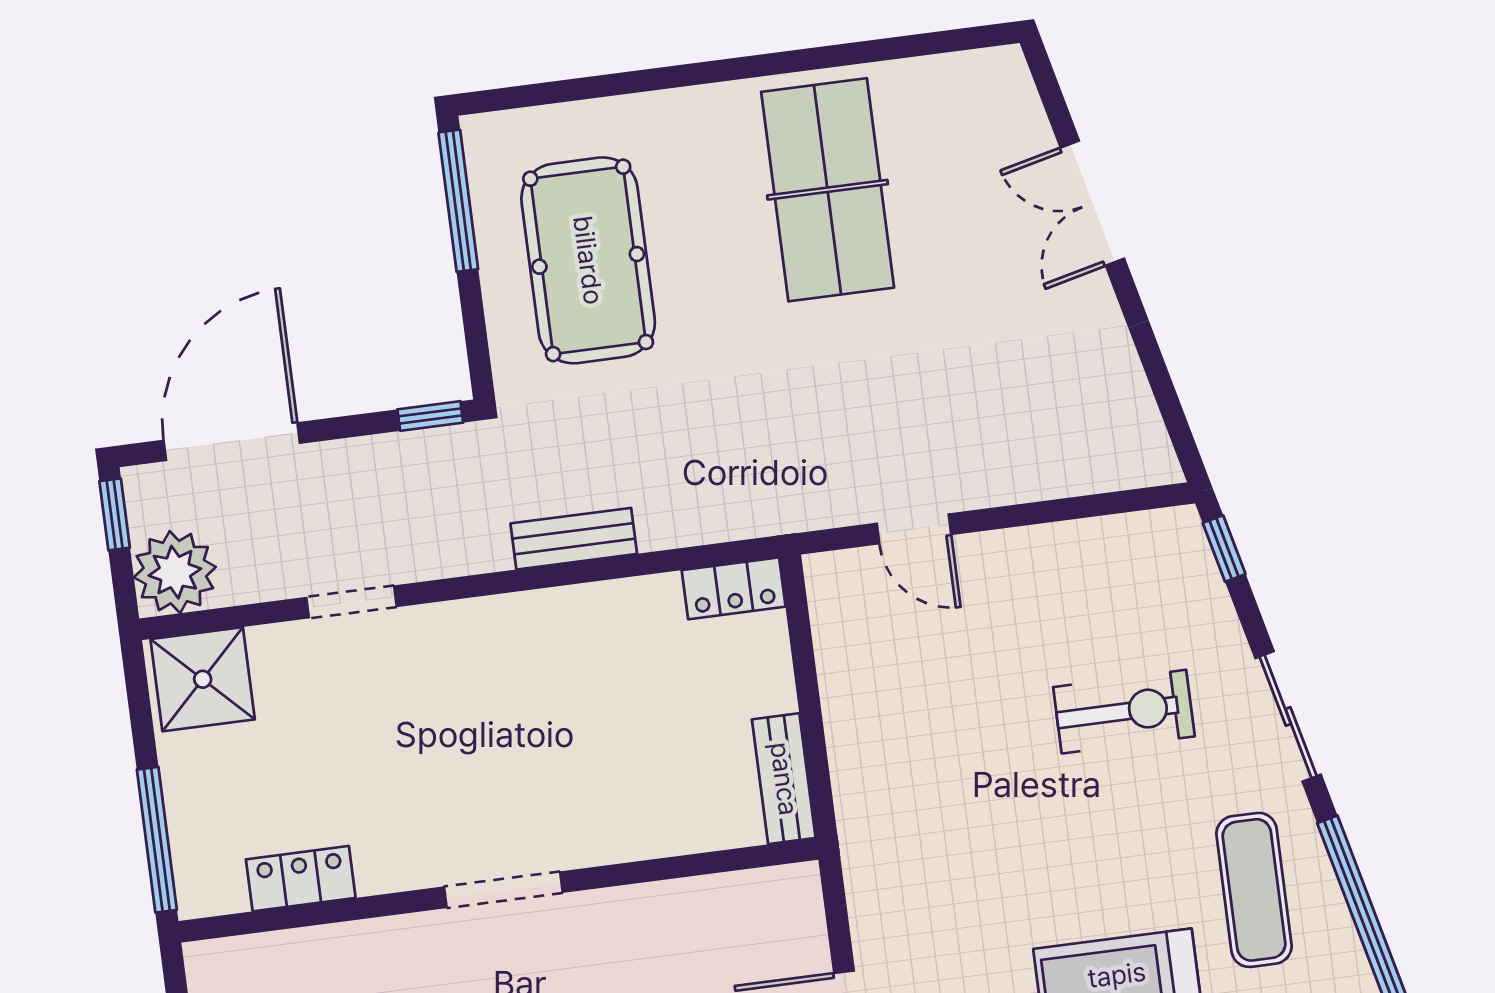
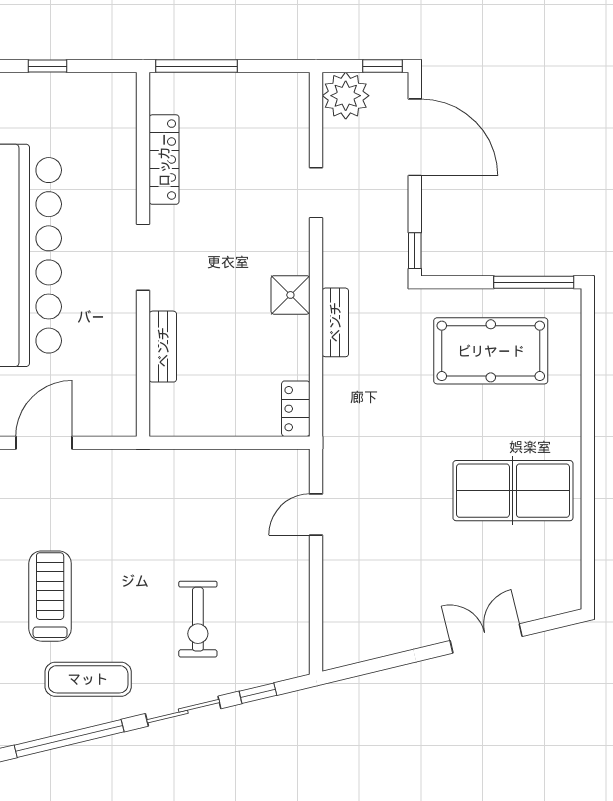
window: (1224, 549) -> (258, 693), moved
shower: (203, 679) -> (290, 295), moved, width x0.73, depth x0.73
bench: (784, 779) -> (163, 347), moved, turned 90
locker: (301, 879) -> (164, 160), width x1.53

